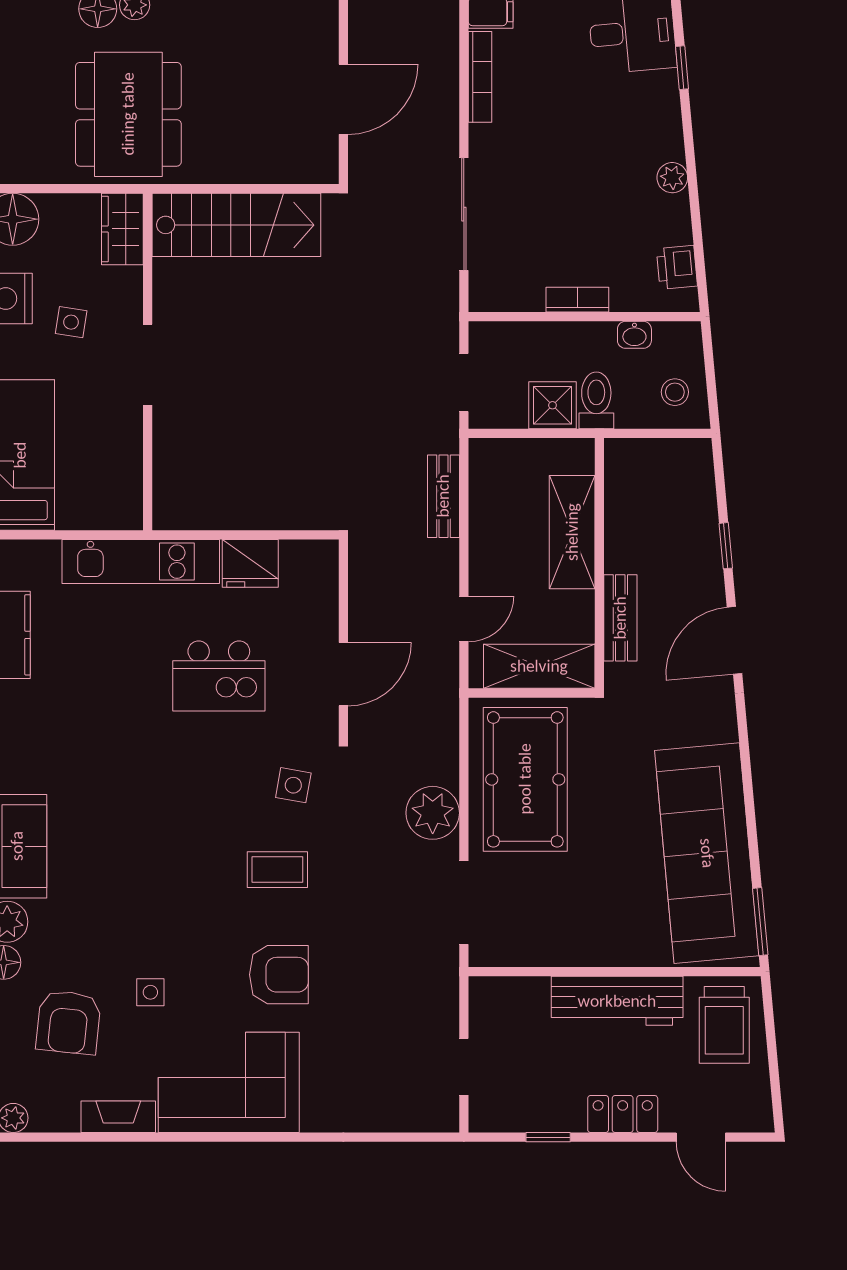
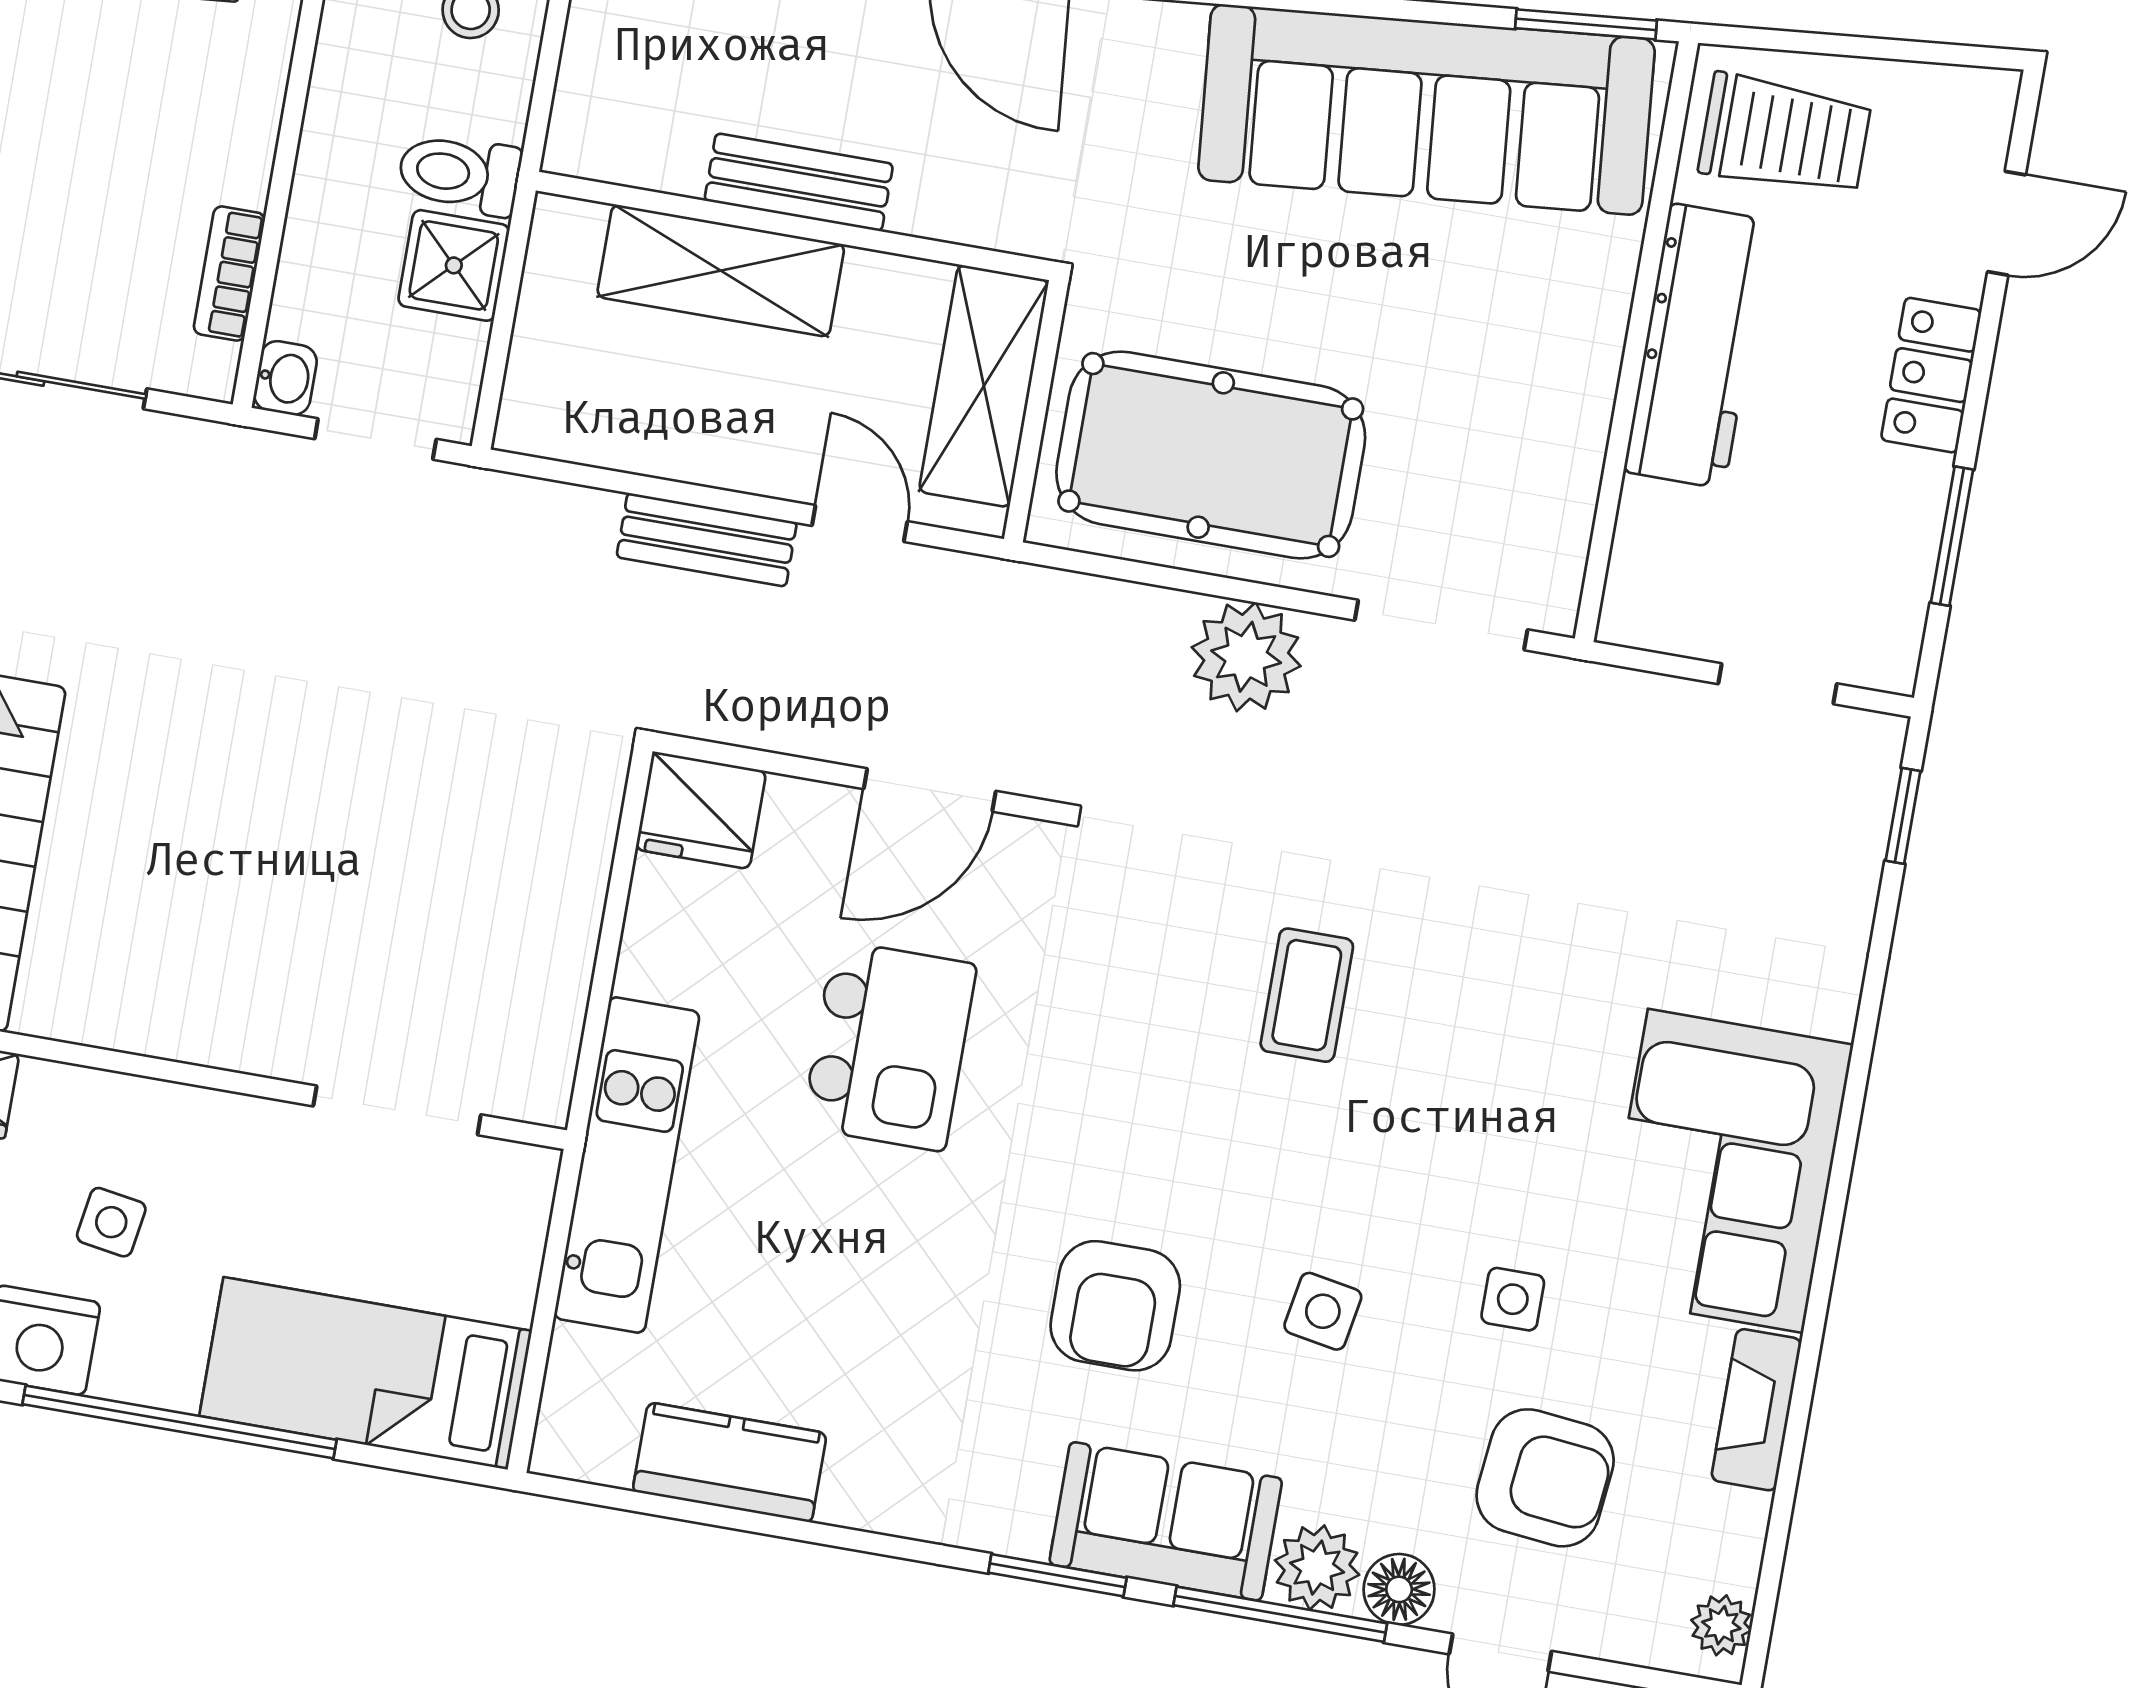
bookcase: (577, 300) -> (229, 274), moved
washbasin: (634, 335) -> (285, 378), moved
doorway: (148, 365) -> (397, 1110), moved
bench: (443, 496) -> (707, 540), moved
fridge: (250, 563) -> (701, 810), moved, turned 90
bench: (620, 618) -> (799, 182), moved
door: (343, 674) -> (930, 790), swing flipped
side table: (293, 785) -> (1323, 1311), moved
armchair: (279, 975) -> (1115, 1306), moved, turned 180
window: (412, 1137) -> (1903, 816), added
window: (548, 1137) -> (1952, 536), width x1.50

